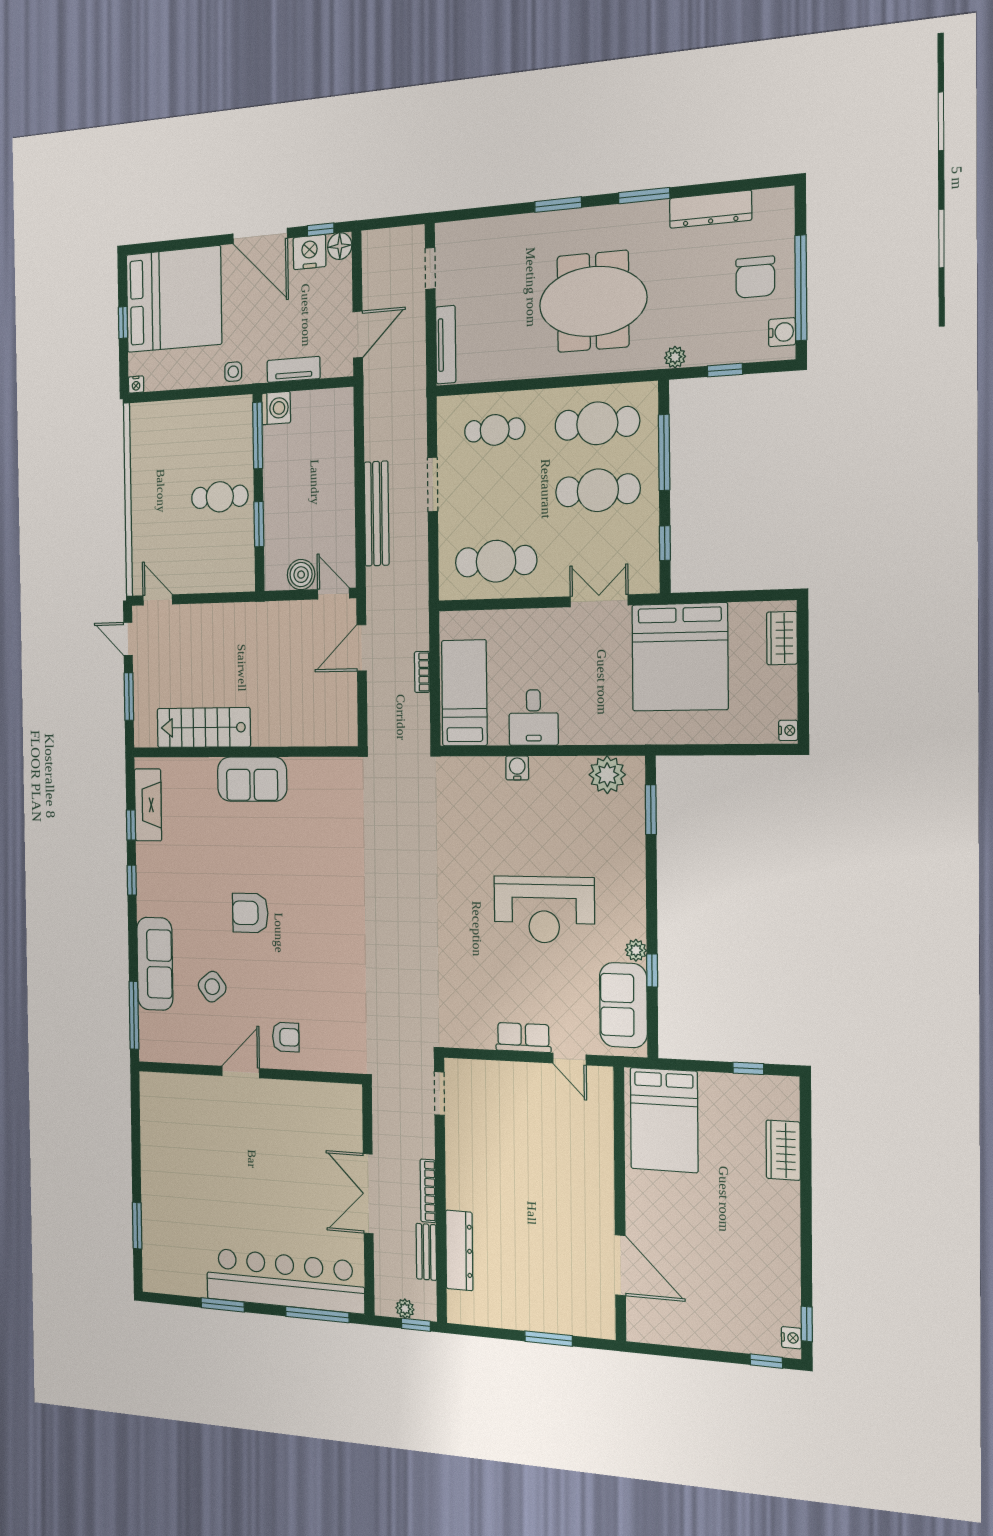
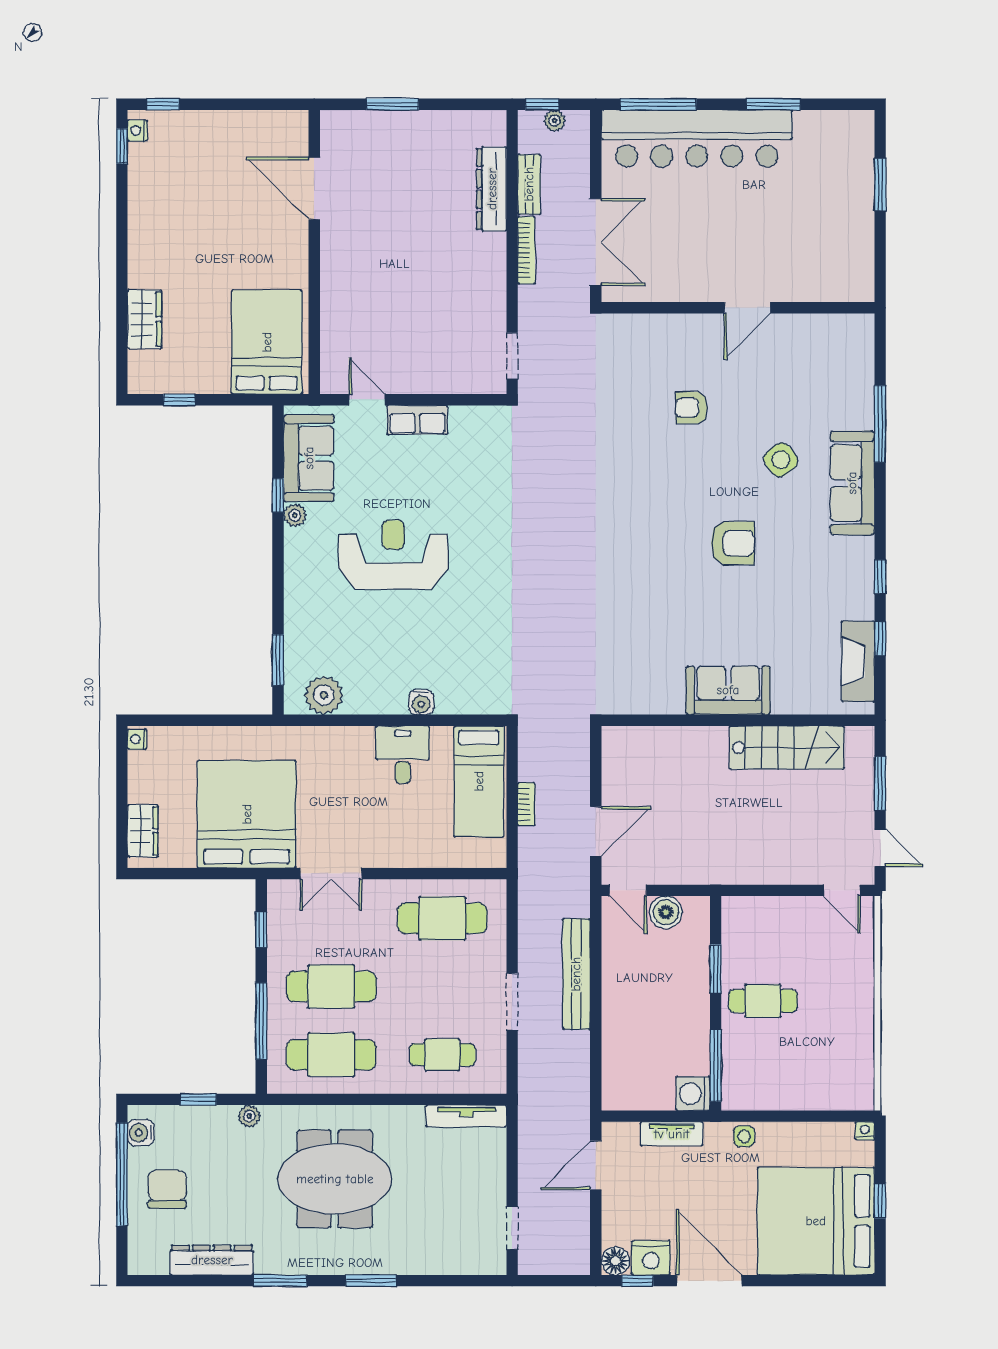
tv unit: (446, 345) -> (466, 1116), moved, turned -90
door: (241, 1072) -> (747, 308), moved
wall: (248, 1072) -> (738, 308), moved

